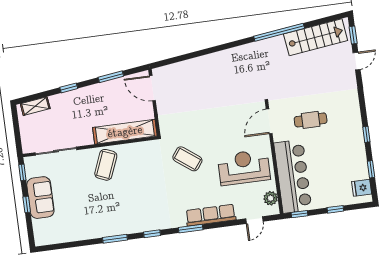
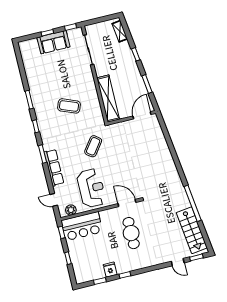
cafe table: (311, 120) -> (131, 233), width x1.37, depth x1.35
coffee table: (106, 165) -> (69, 106), moved
bar counter: (293, 176) -> (82, 226), width x0.73
fridge: (362, 188) -> (110, 270), moved

